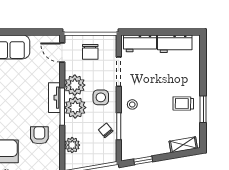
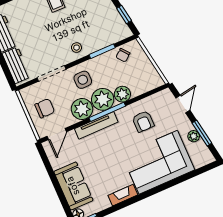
tv unit: (54, 98) -> (96, 125), width x1.41
chair: (106, 130) -> (123, 55), moved
armchair: (39, 135) -> (143, 121), turned -90
plant: (72, 145) -> (122, 94), moved

